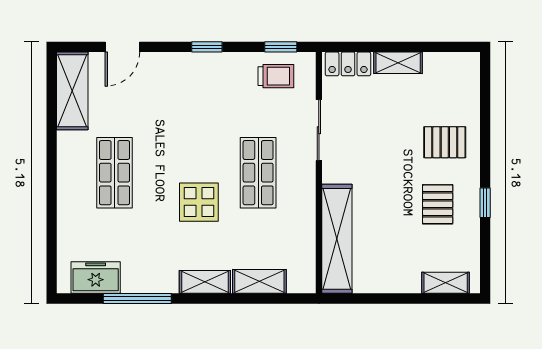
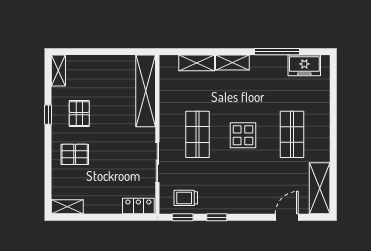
window: (207, 47) -> (217, 217), moved
shelving: (398, 63) -> (67, 207), moved
display table: (199, 202) -> (243, 135), moved
shelving: (446, 283) -> (58, 71), moved, turned 90

